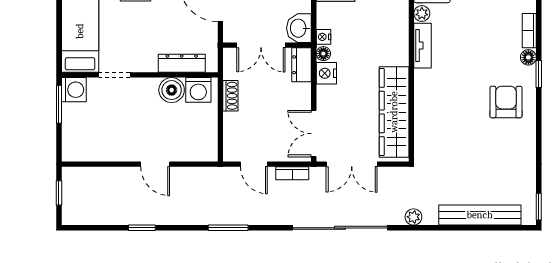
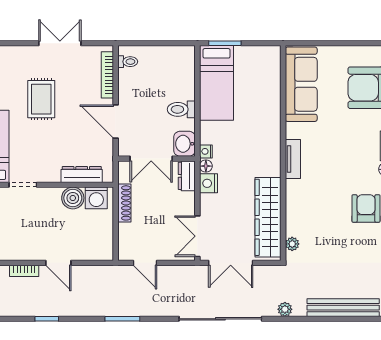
plant: (422, 13) -> (292, 244), moved
shoe rack: (230, 96) -> (124, 203), width x1.43
bookcase: (292, 173) -> (24, 271), moved

